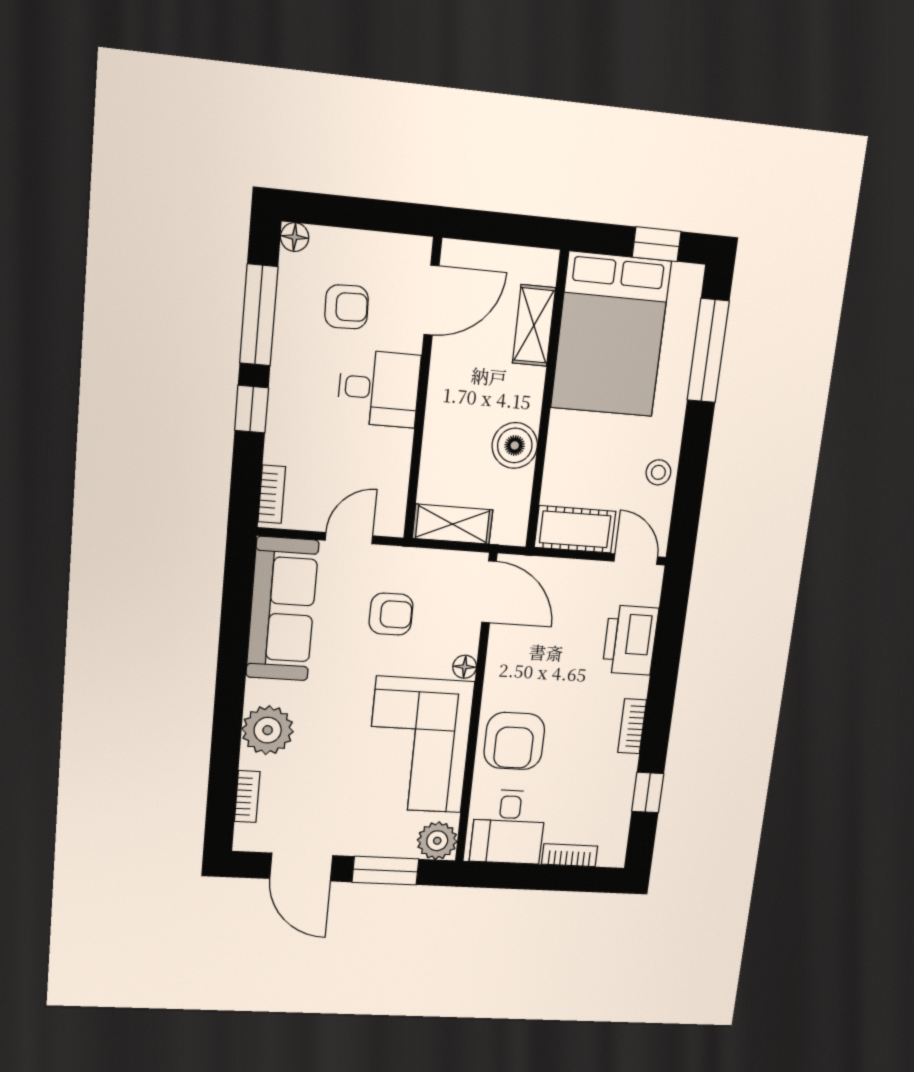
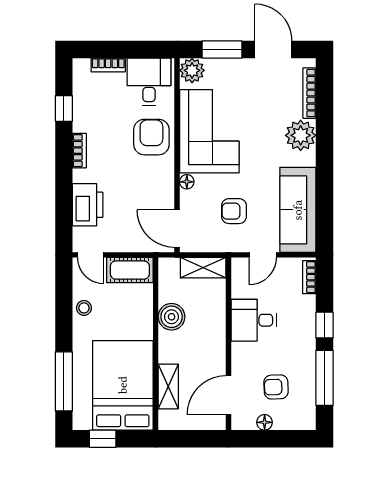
floor lamp: (295, 237) -> (265, 422), moved
desk: (379, 388) -> (254, 320), moved
bookcase: (247, 797) -> (309, 93), width x1.56

